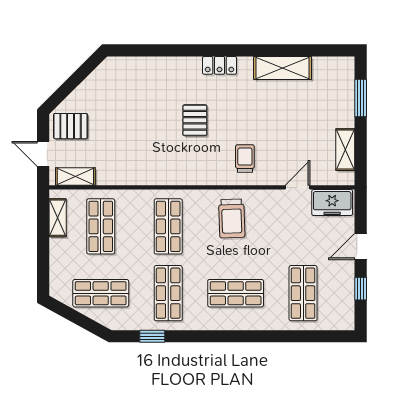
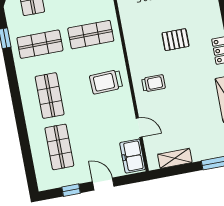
shop shelf: (303, 293) -> (59, 147), turned 90

